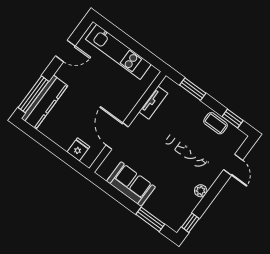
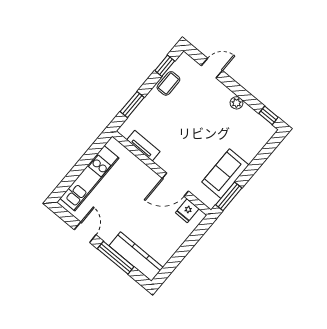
window: (33, 94) -> (116, 258), moved
fridge: (78, 149) -> (187, 211), moved, turned -90
window: (150, 219) -> (229, 196), moved

